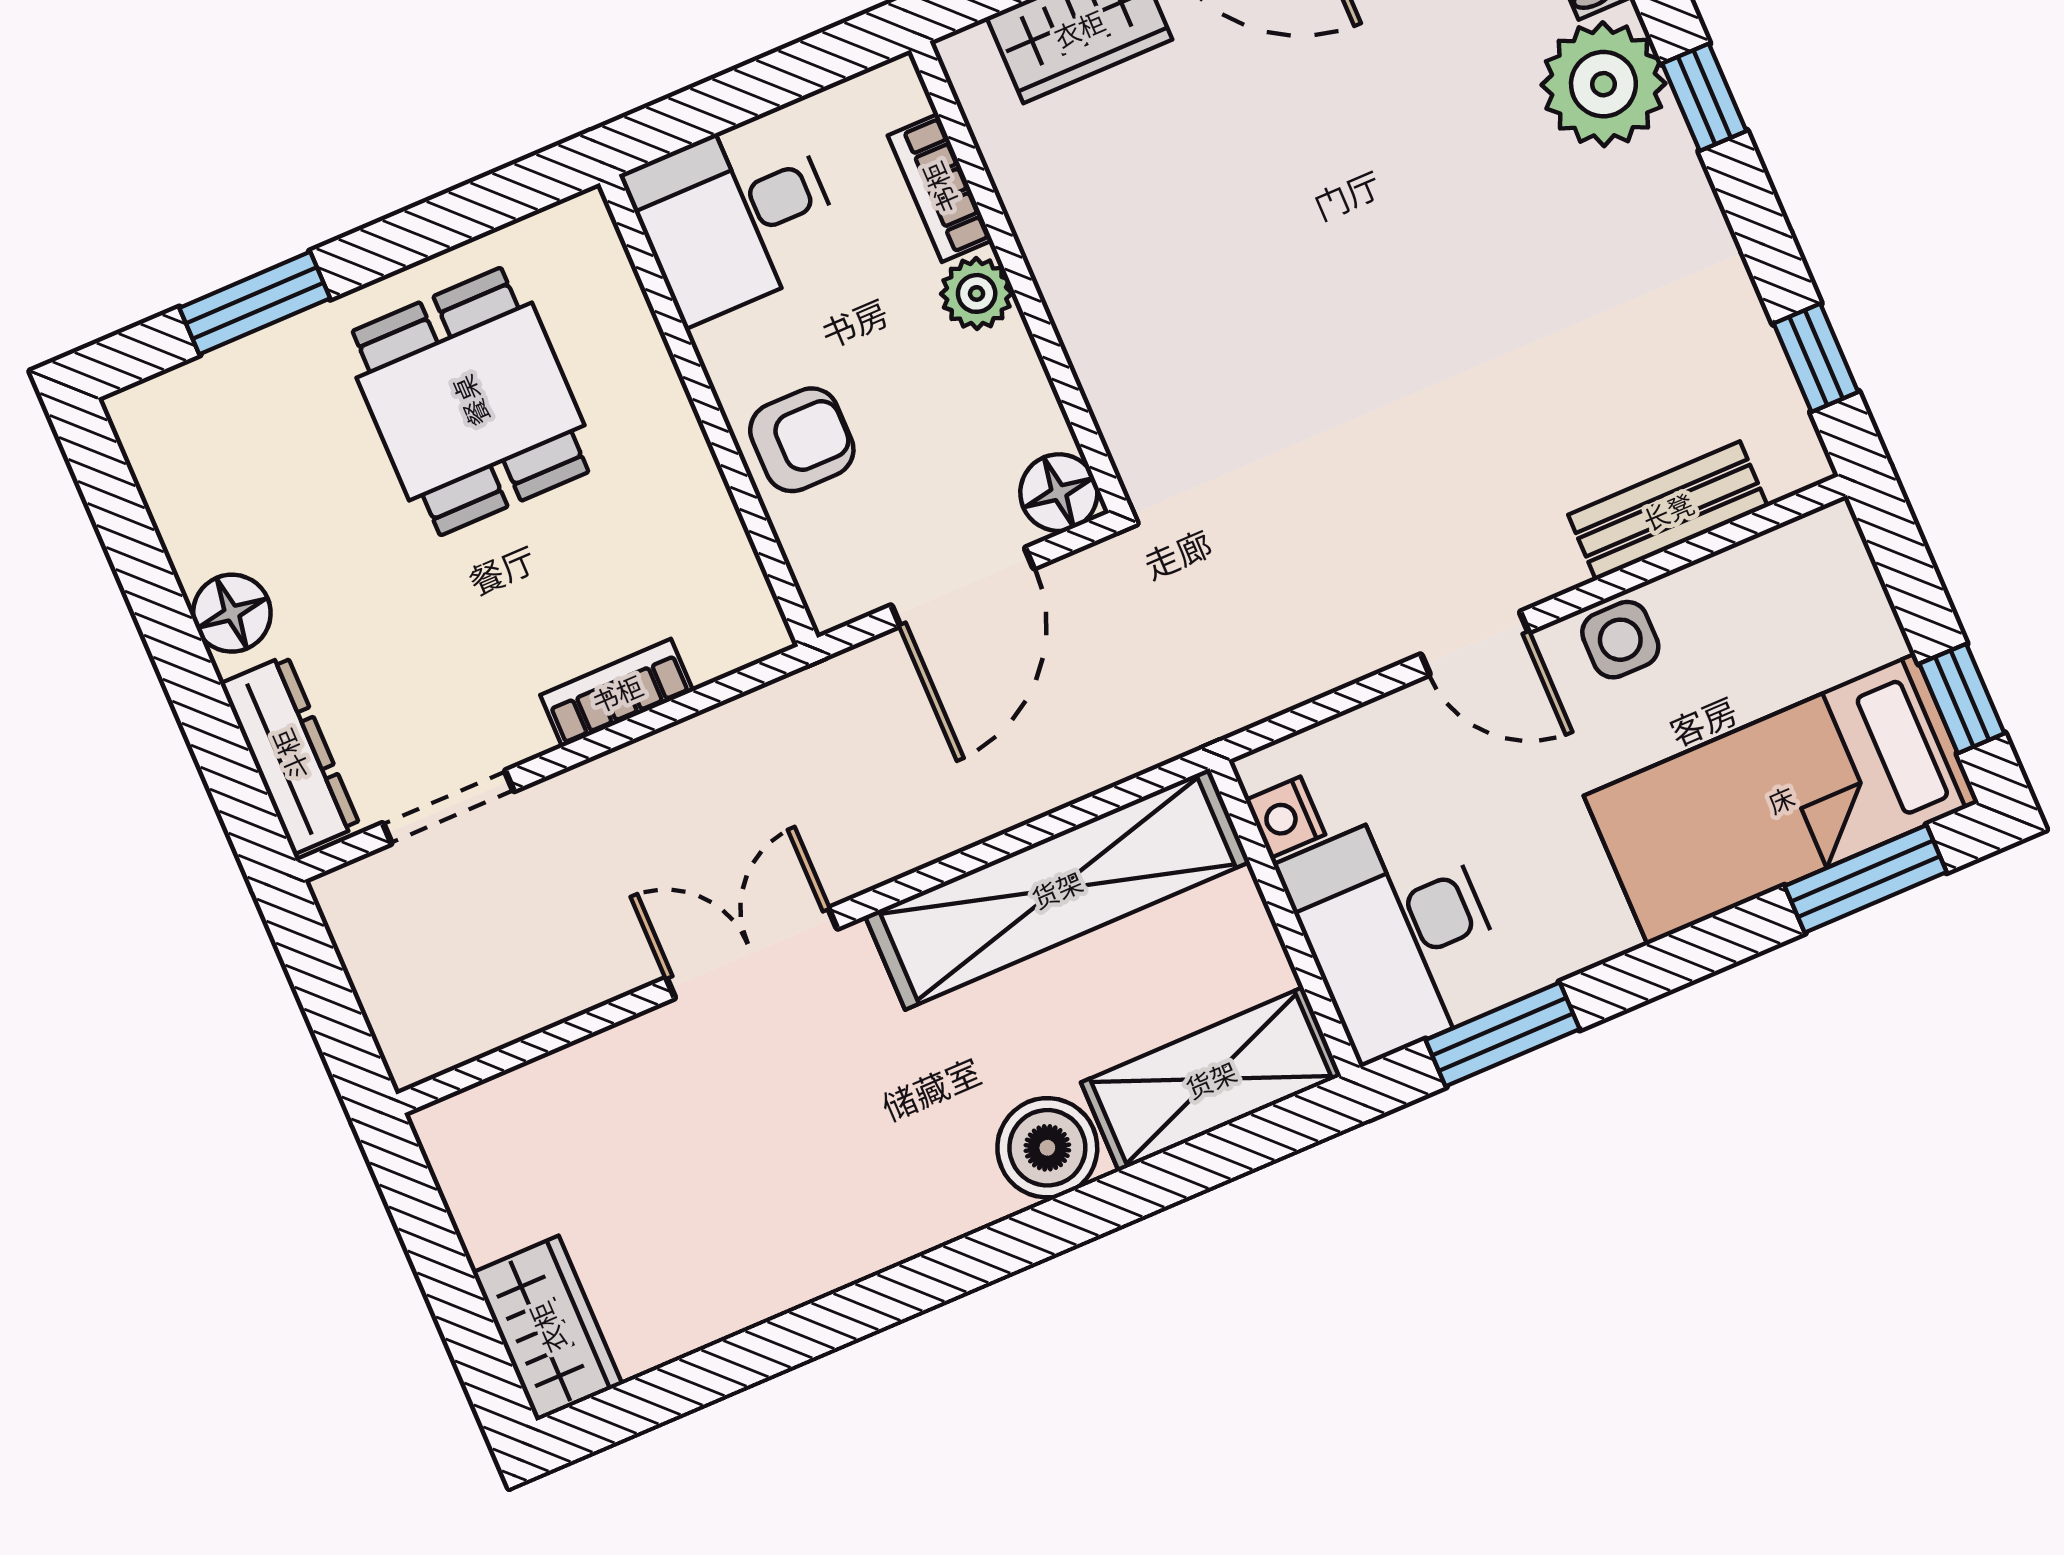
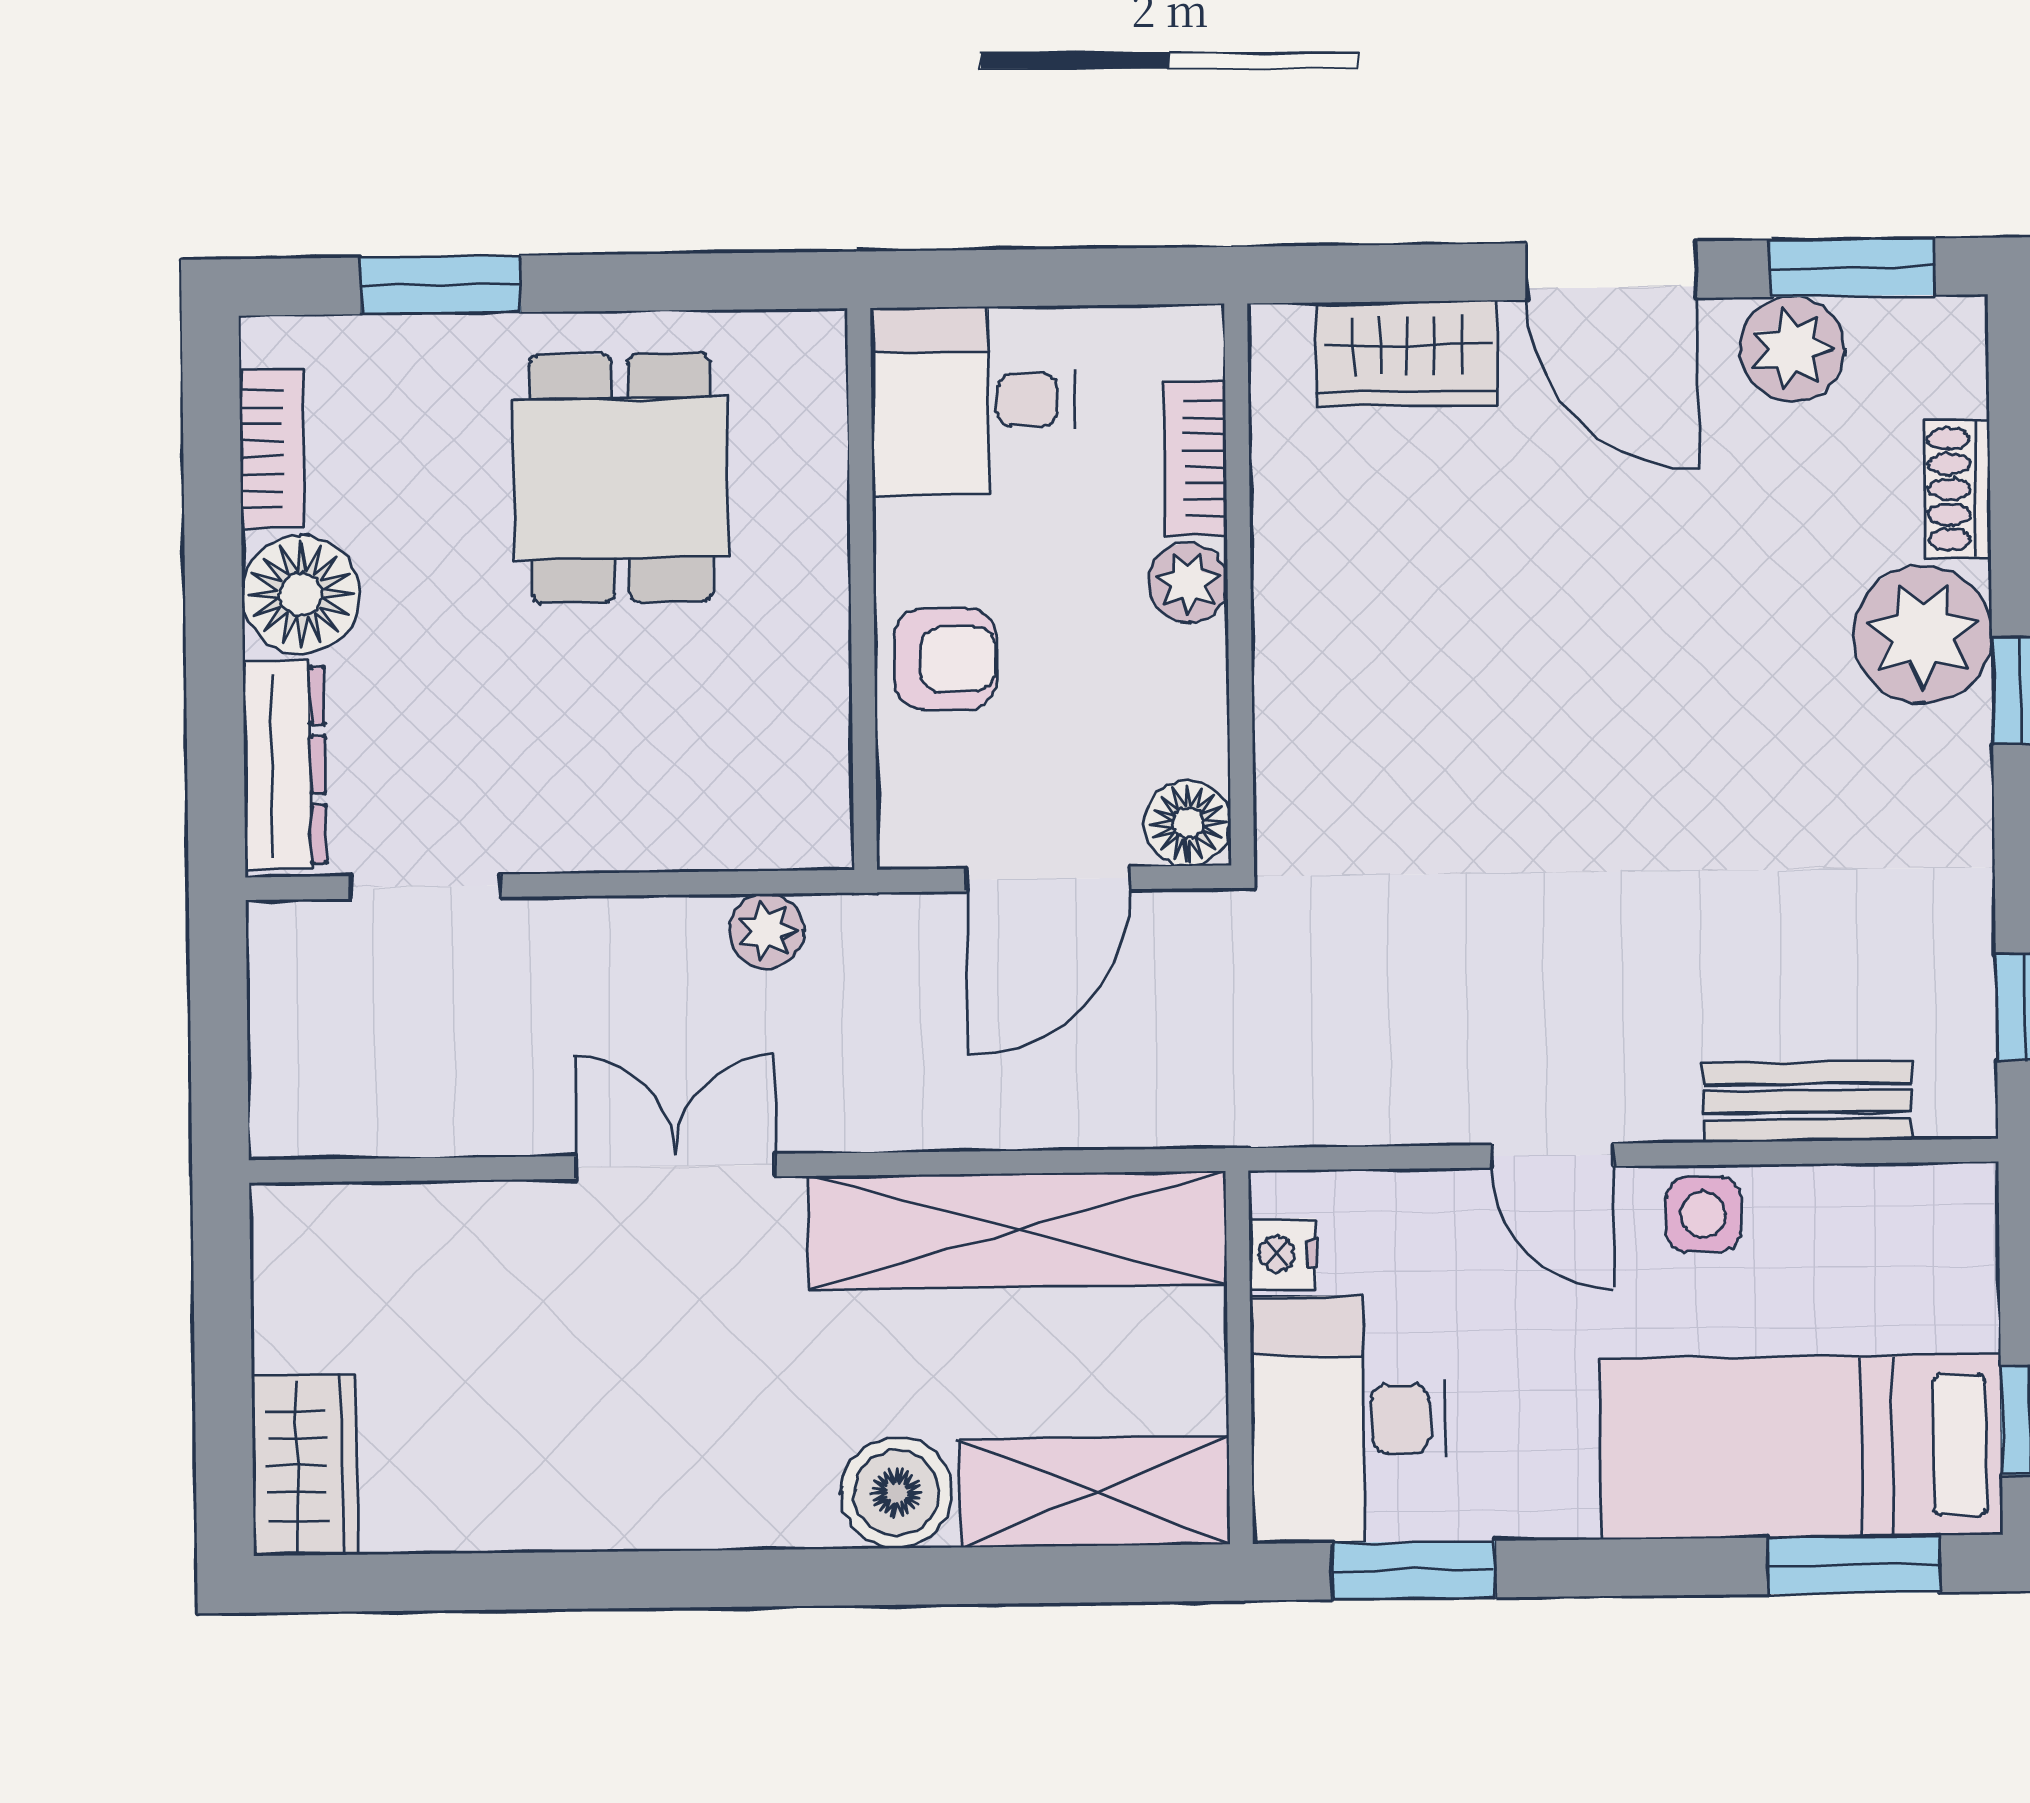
floor lamp: (232, 613) -> (301, 594), width x1.38, depth x1.38
bookcase: (617, 693) -> (272, 448), moved, turned 90
plant: (747, 727) -> (766, 931), added

